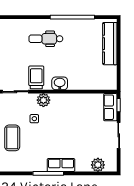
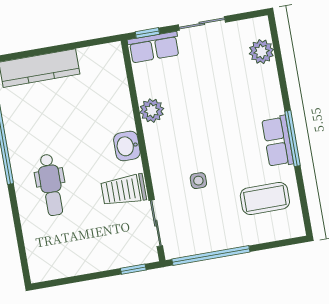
plant: (43, 100) -> (152, 111), moved
coffee table: (12, 138) -> (265, 198), moved
row of seats: (61, 165) -> (278, 141), moved

